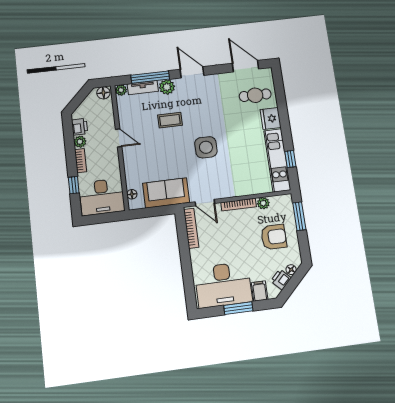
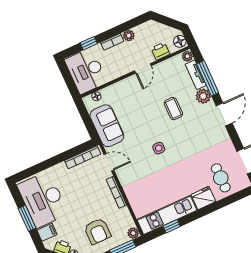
printer: (80, 127) -> (160, 51), moved, turned 180
side table: (206, 147) -> (159, 148), width x0.54, depth x0.54
door: (205, 203) -> (109, 162), swing flipped
plant: (263, 203) -> (133, 233), moved

